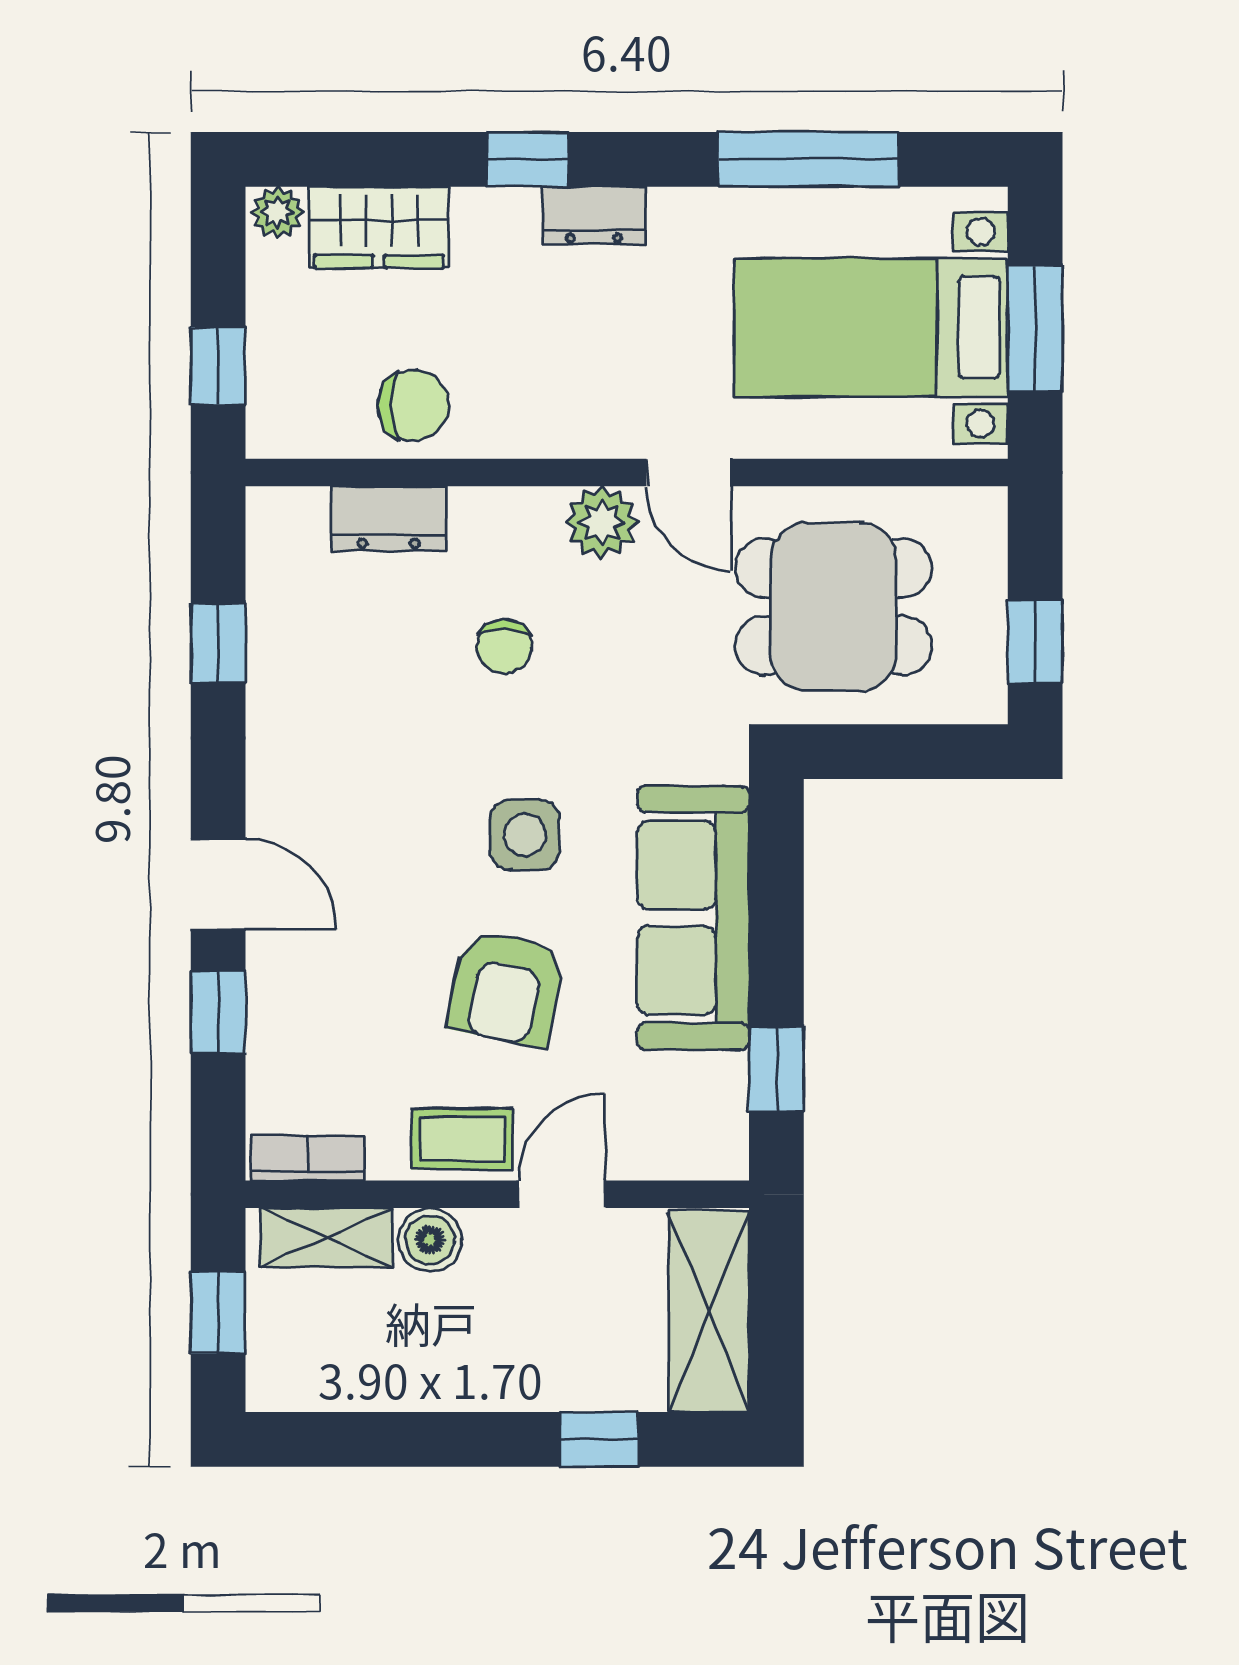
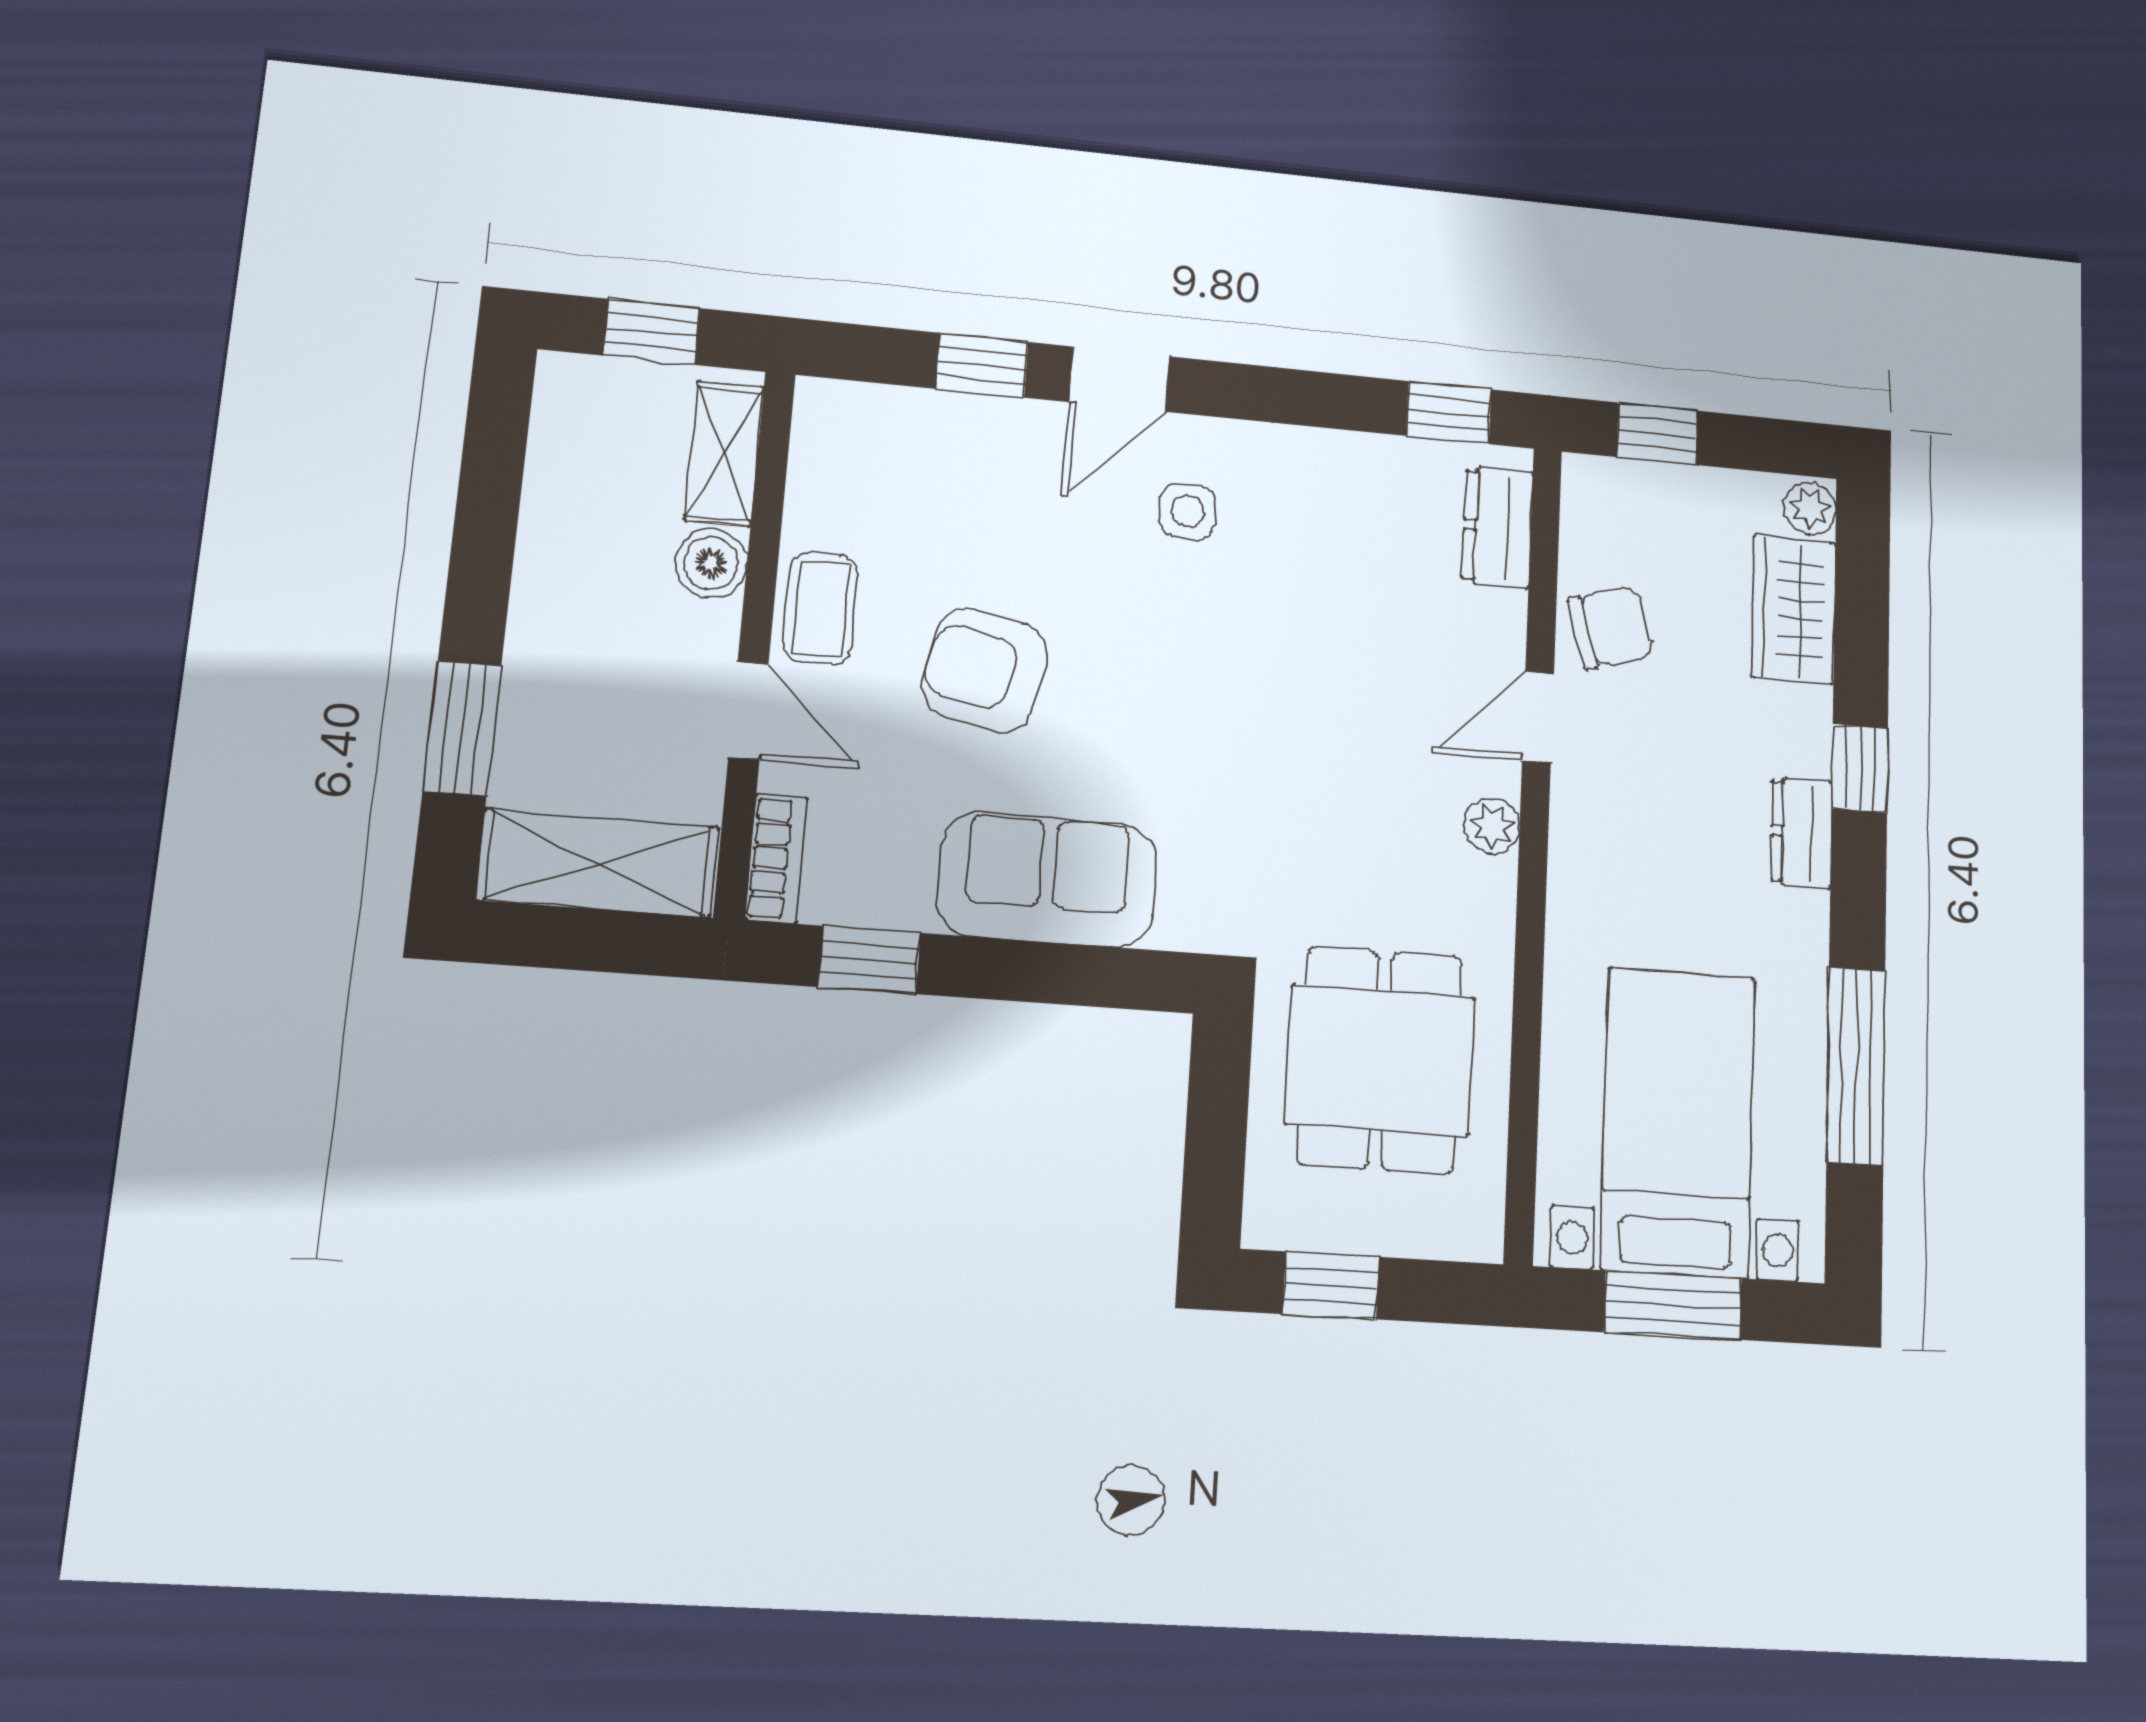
chair: (413, 406) -> (1611, 628), turned -106
door: (689, 473) -> (1538, 717), moved
dresser: (389, 518) -> (1497, 527), moved
plant: (602, 522) -> (1492, 826), width x0.73, depth x0.73
window: (218, 643) -> (1449, 413), moved
chair: (504, 646) -> (1355, 700), removed
side table: (525, 835) -> (1188, 511), moved, width x0.73, depth x0.73
sofa: (693, 918) -> (1047, 880), width x0.73
bookcase: (308, 1158) -> (776, 858), moved
window: (599, 1439) -> (462, 728), width x1.50

